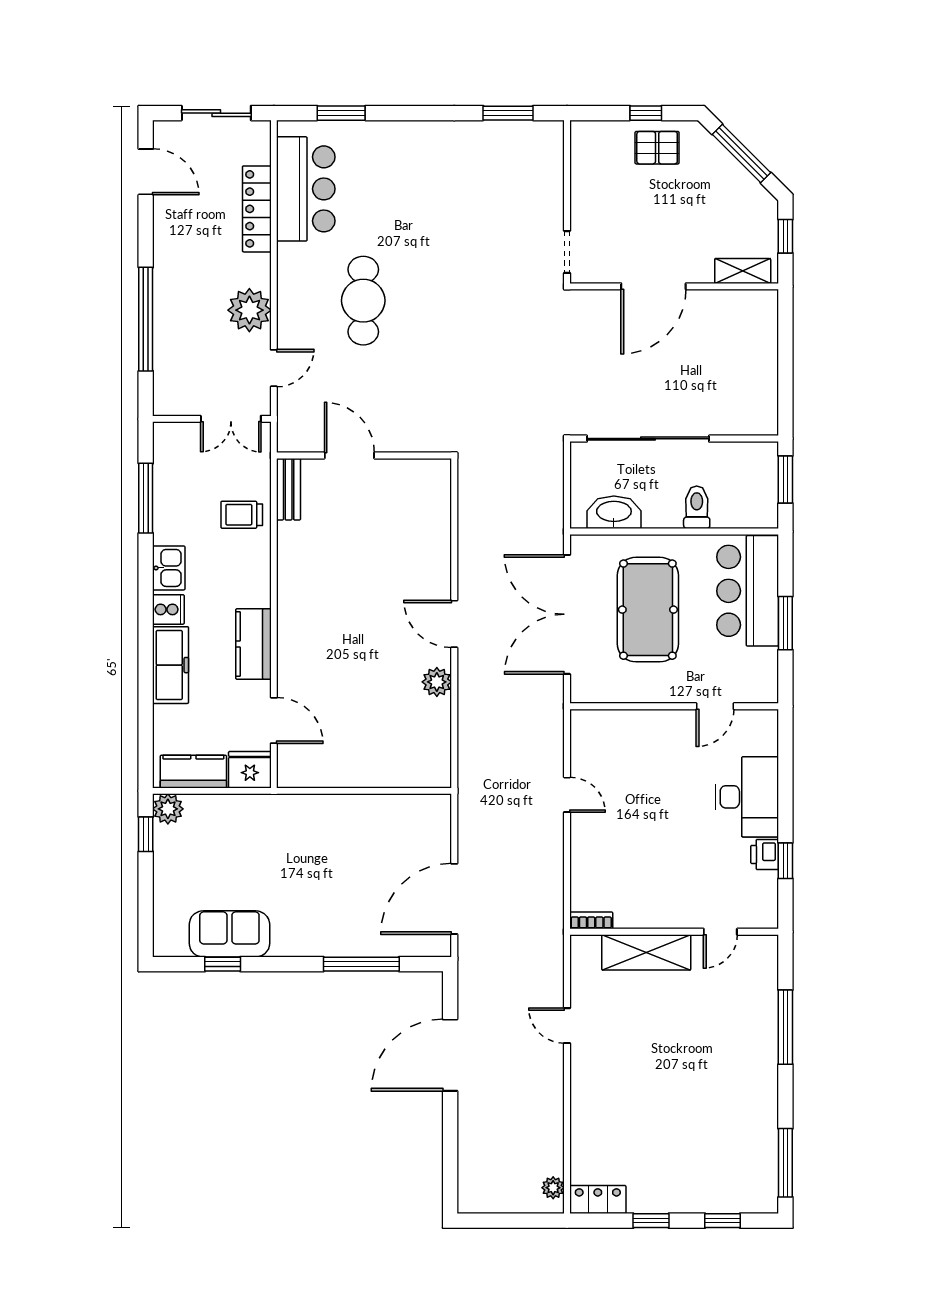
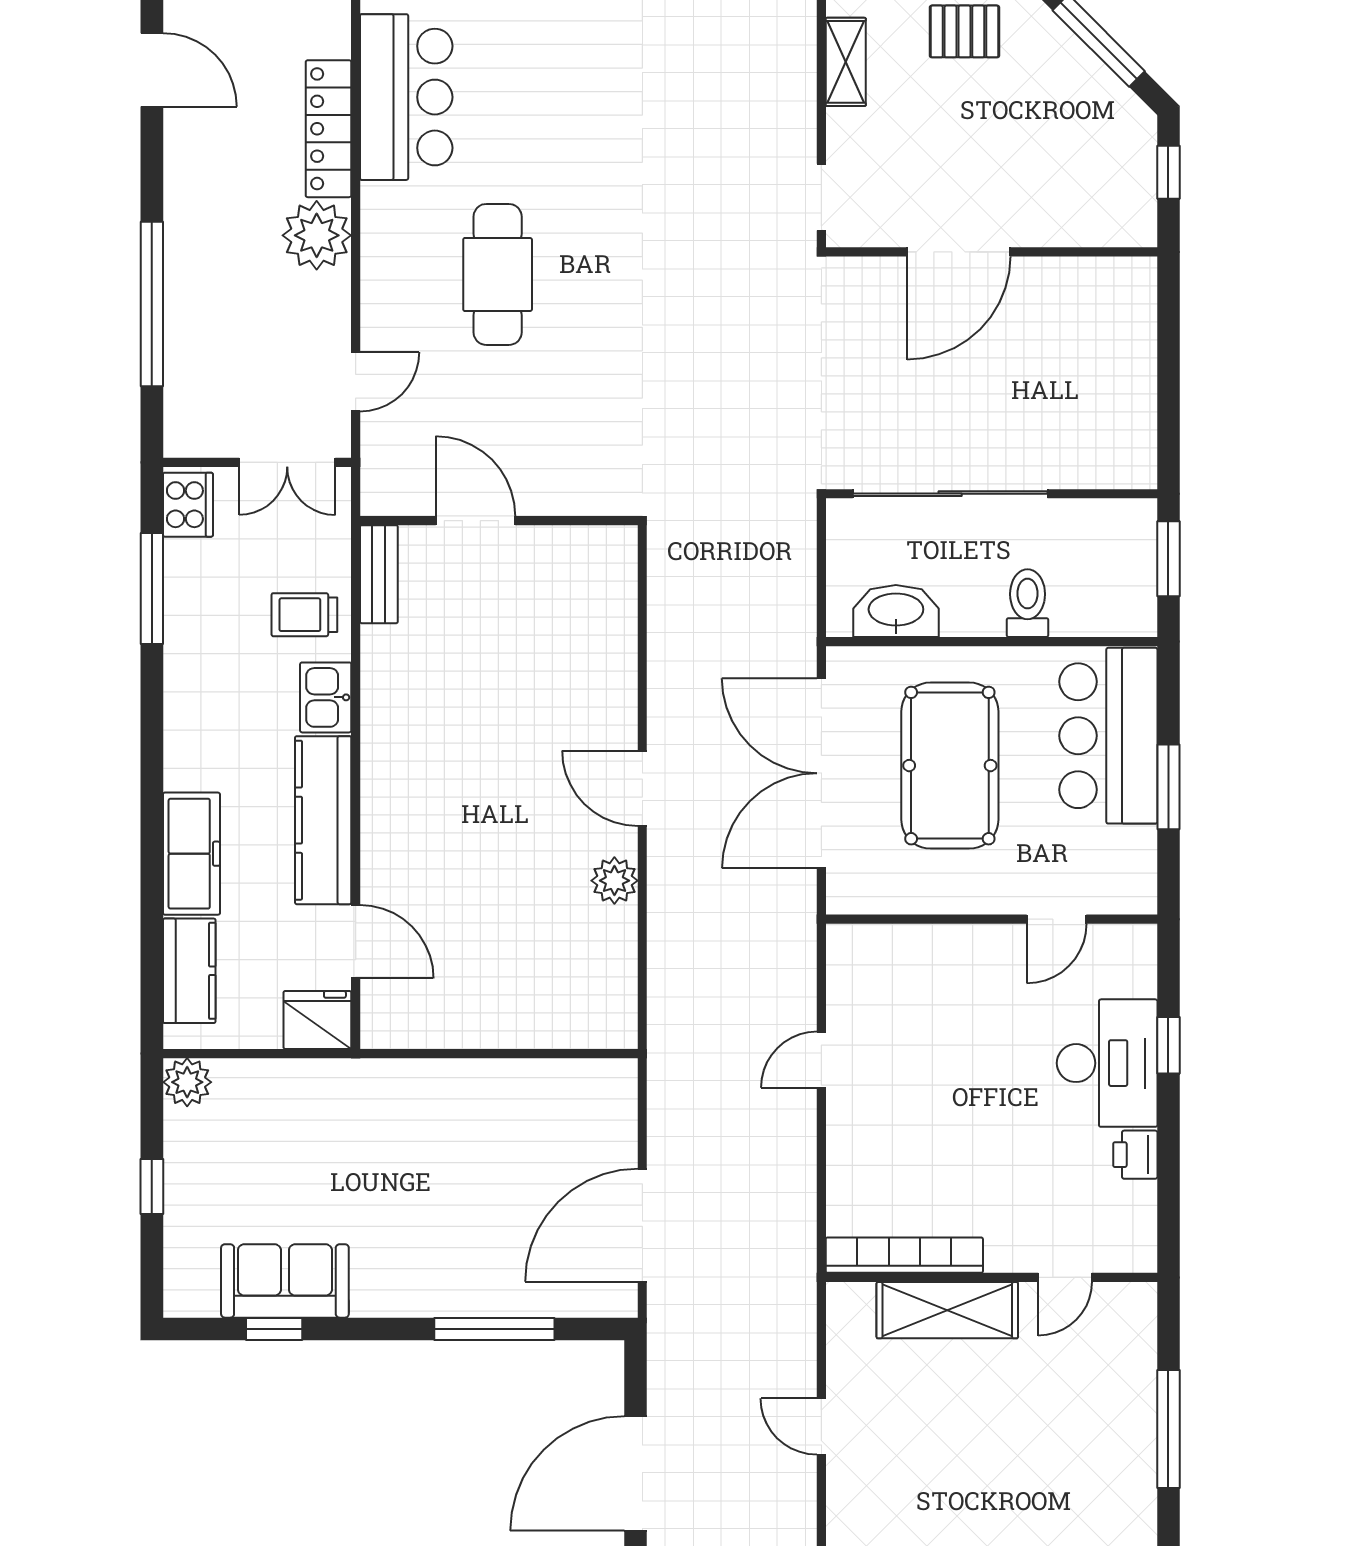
shelving: (743, 271) -> (846, 62), moved, turned 90
plant: (249, 310) -> (317, 235), moved
kitchen sink: (169, 568) -> (326, 697), moved, turned 180
cooker: (168, 609) -> (188, 505), moved, width x1.36
kitchen counter: (253, 644) -> (323, 820), width x1.50
kitchen counter: (193, 772) -> (189, 971), moved, turned 90
door: (567, 795) -> (821, 1060), swing flipped
window: (146, 834) -> (152, 1186), moved
window: (785, 861) -> (1168, 1045), moved
bookcase: (591, 920) -> (904, 1255), width x2.31, depth x1.31

